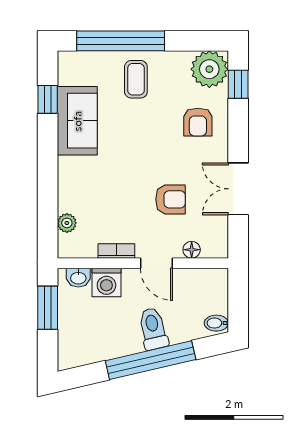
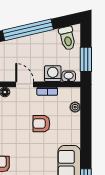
armchair: (171, 199) -> (41, 124), moved
toilet: (153, 329) -> (67, 38), moved

